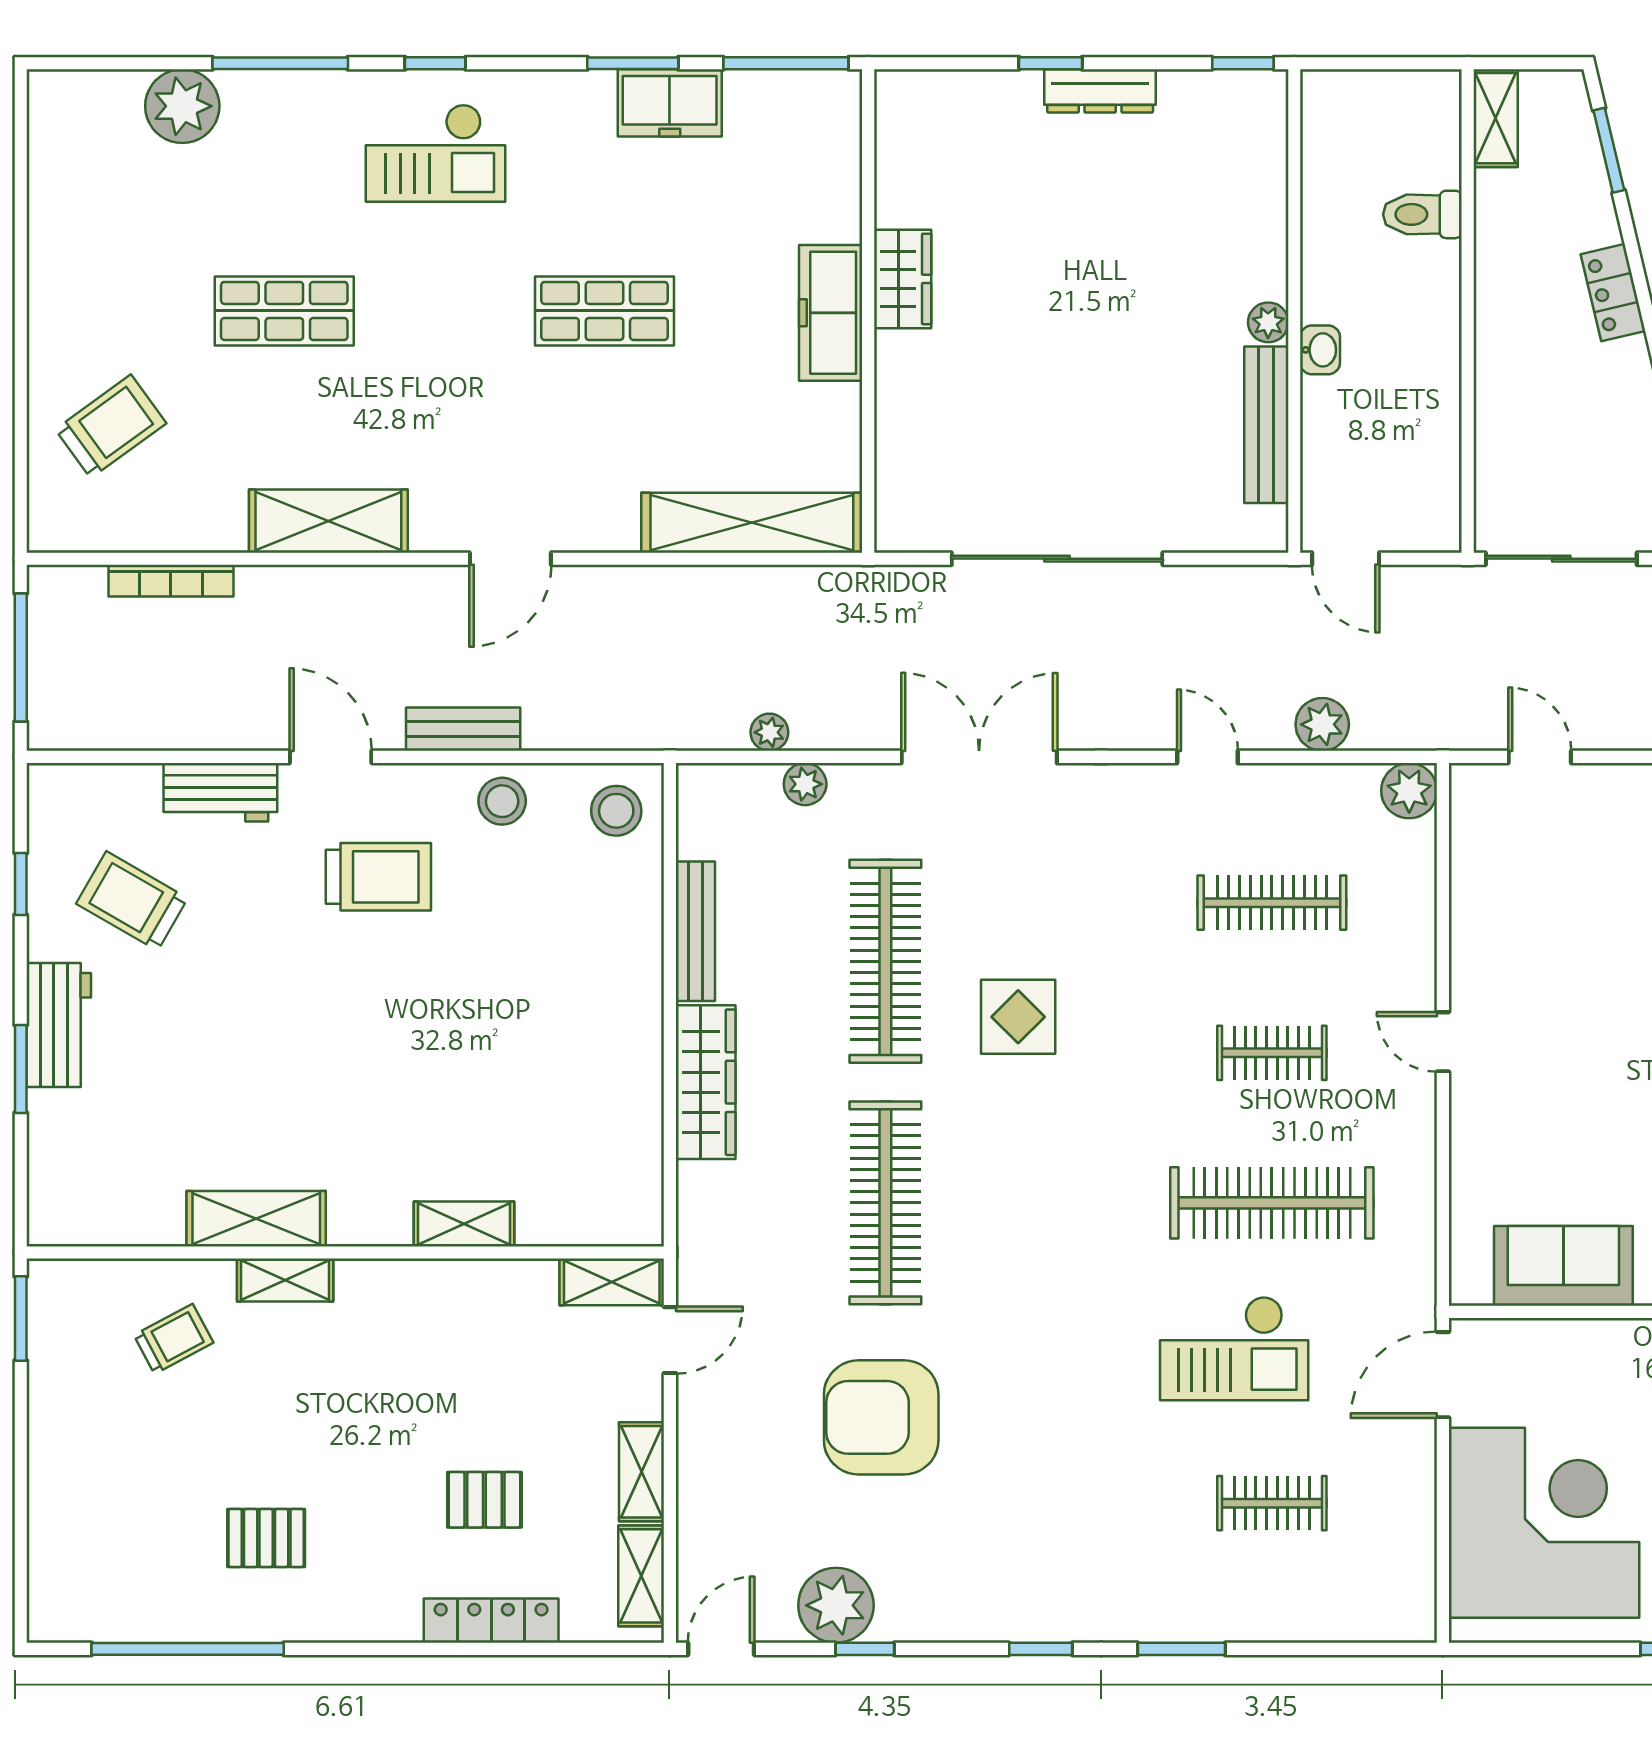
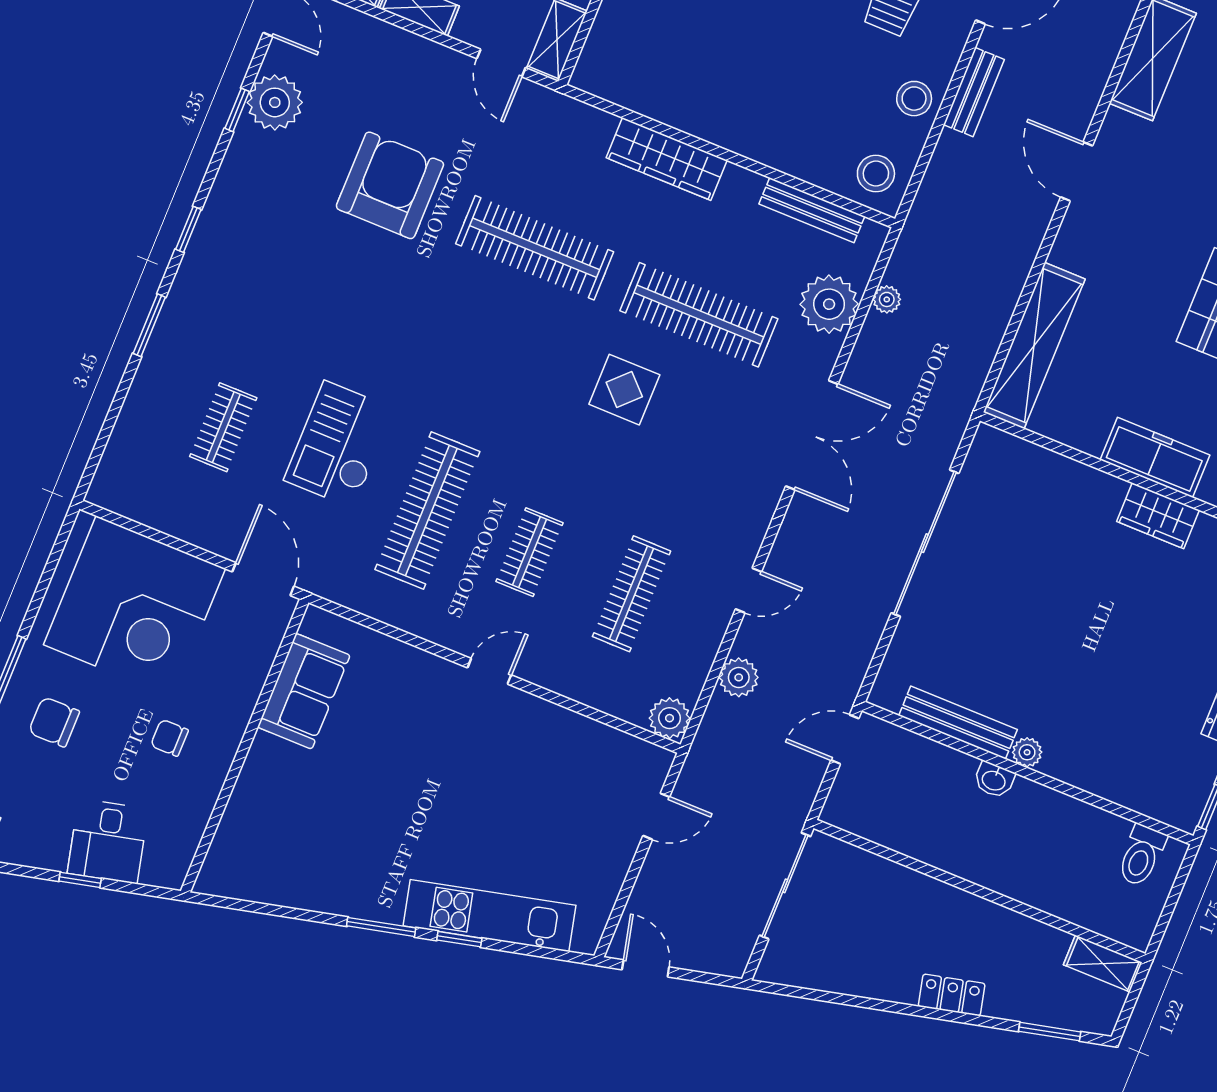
toilet: (1422, 214) -> (1141, 855), moved, turned 180
plant: (805, 784) -> (829, 304), width x1.88, depth x1.88
bench: (695, 931) -> (812, 210), moved

